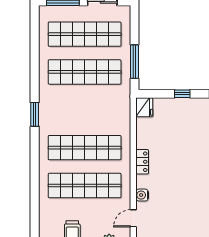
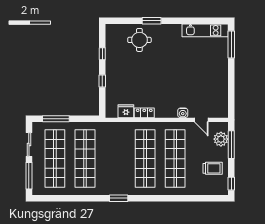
window: (135, 62) -> (56, 119), moved
fridge: (144, 107) -> (126, 111), moved
locker: (142, 162) -> (144, 113), moved

